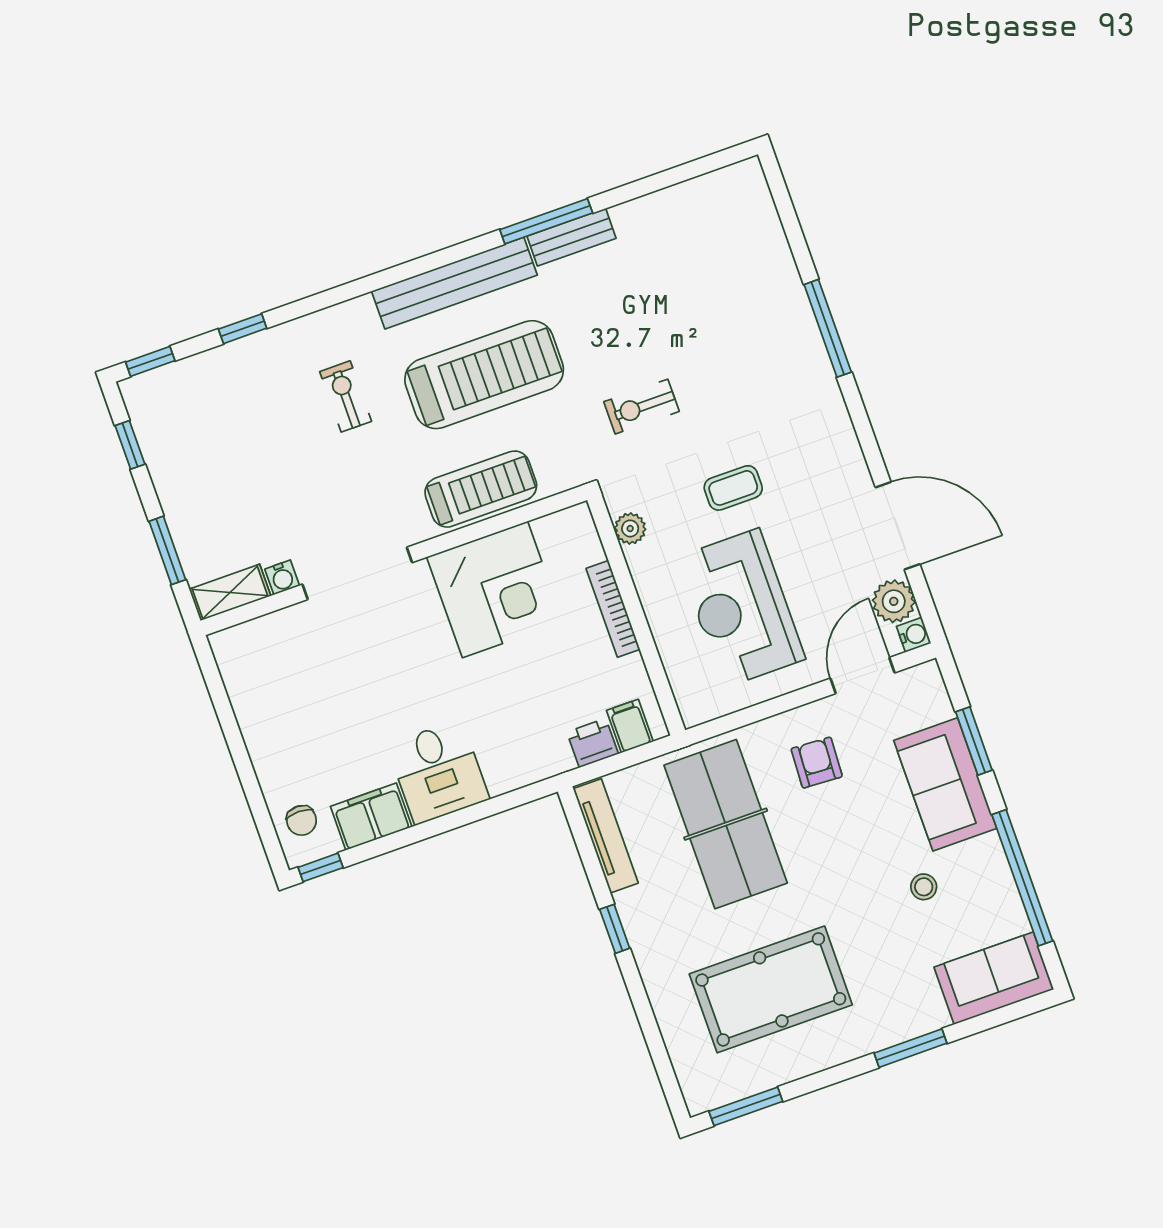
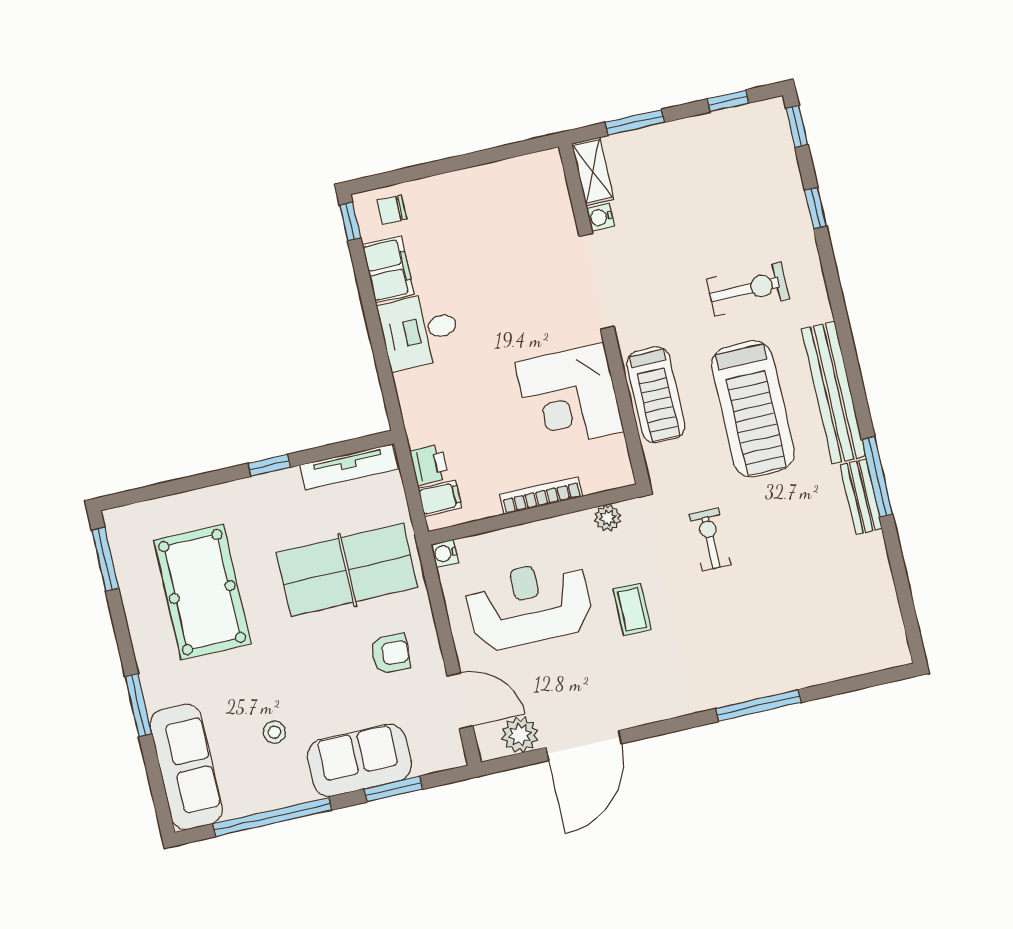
exercise bike: (346, 396) -> (748, 289), width x1.38, depth x1.39
water cooler: (914, 635) -> (445, 553), moved, turned 90
sofa: (994, 978) -> (186, 767), width x1.36

